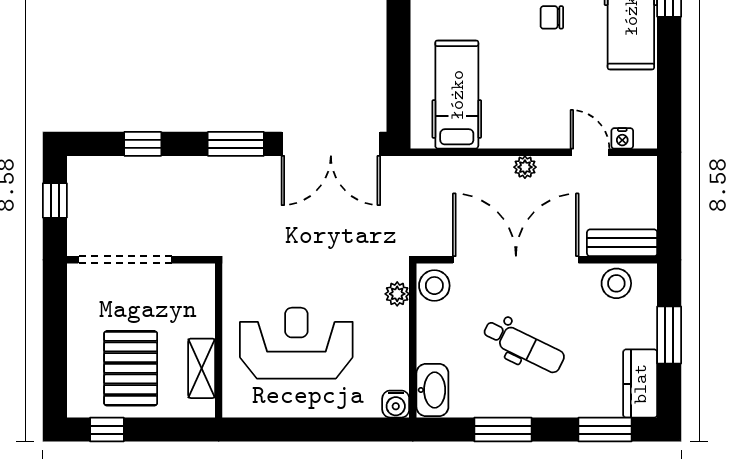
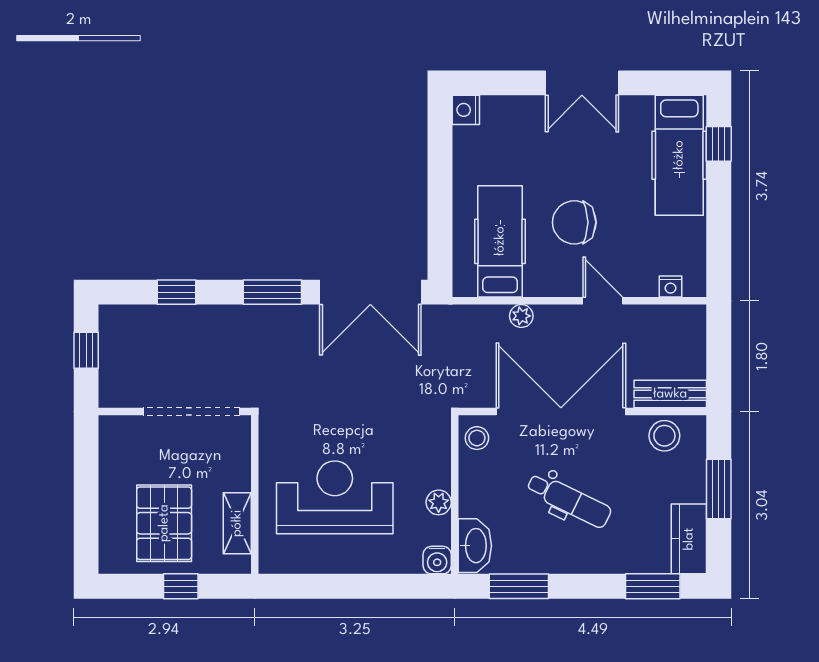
chair: (552, 17) -> (574, 222), moved, width x1.87, depth x1.87
door: (590, 152) -> (603, 301), moved
plant: (525, 167) -> (521, 316), moved
doorway: (125, 260) -> (191, 412), moved
stool: (434, 286) -> (477, 438), width x0.73, depth x0.73
plant: (397, 294) -> (439, 502), moved
window: (107, 430) -> (181, 586), moved
window: (503, 430) -> (519, 586), moved

